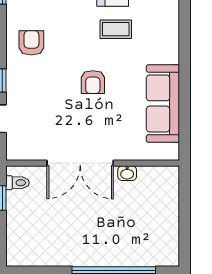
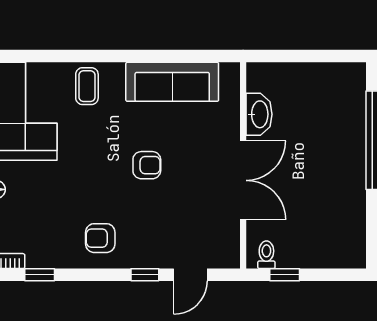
coffee table: (116, 29) -> (87, 86), moved
washbasin: (127, 173) -> (259, 114), width x1.91, depth x1.45

